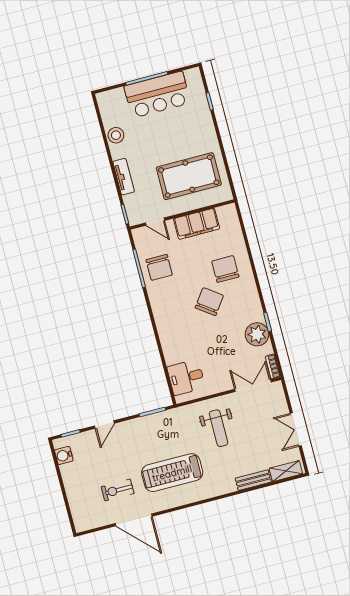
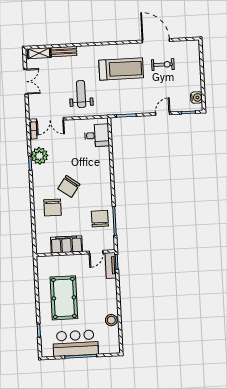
pool table: (189, 176) -> (64, 298), moved, turned 90
tv unit: (124, 177) -> (111, 265), moved
door: (155, 222) -> (96, 252), swing flipped

